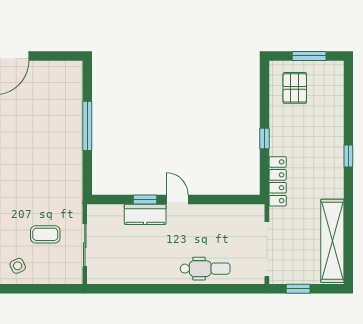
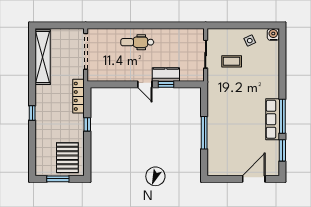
pallet: (295, 88) -> (67, 158), width x1.50, depth x1.42
dental chair: (205, 269) -> (137, 42), moved
window: (298, 289) -> (65, 25), removed

